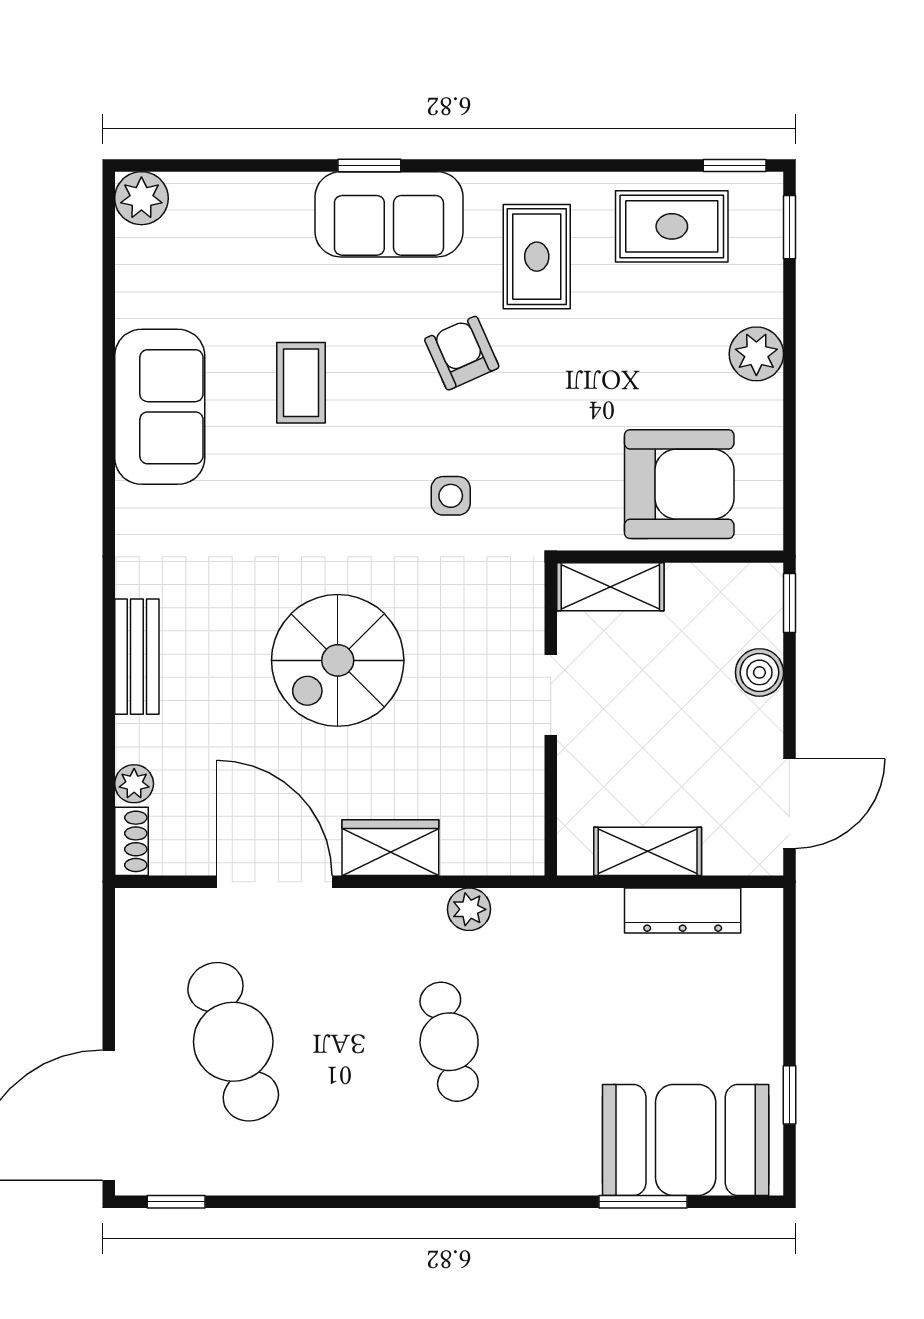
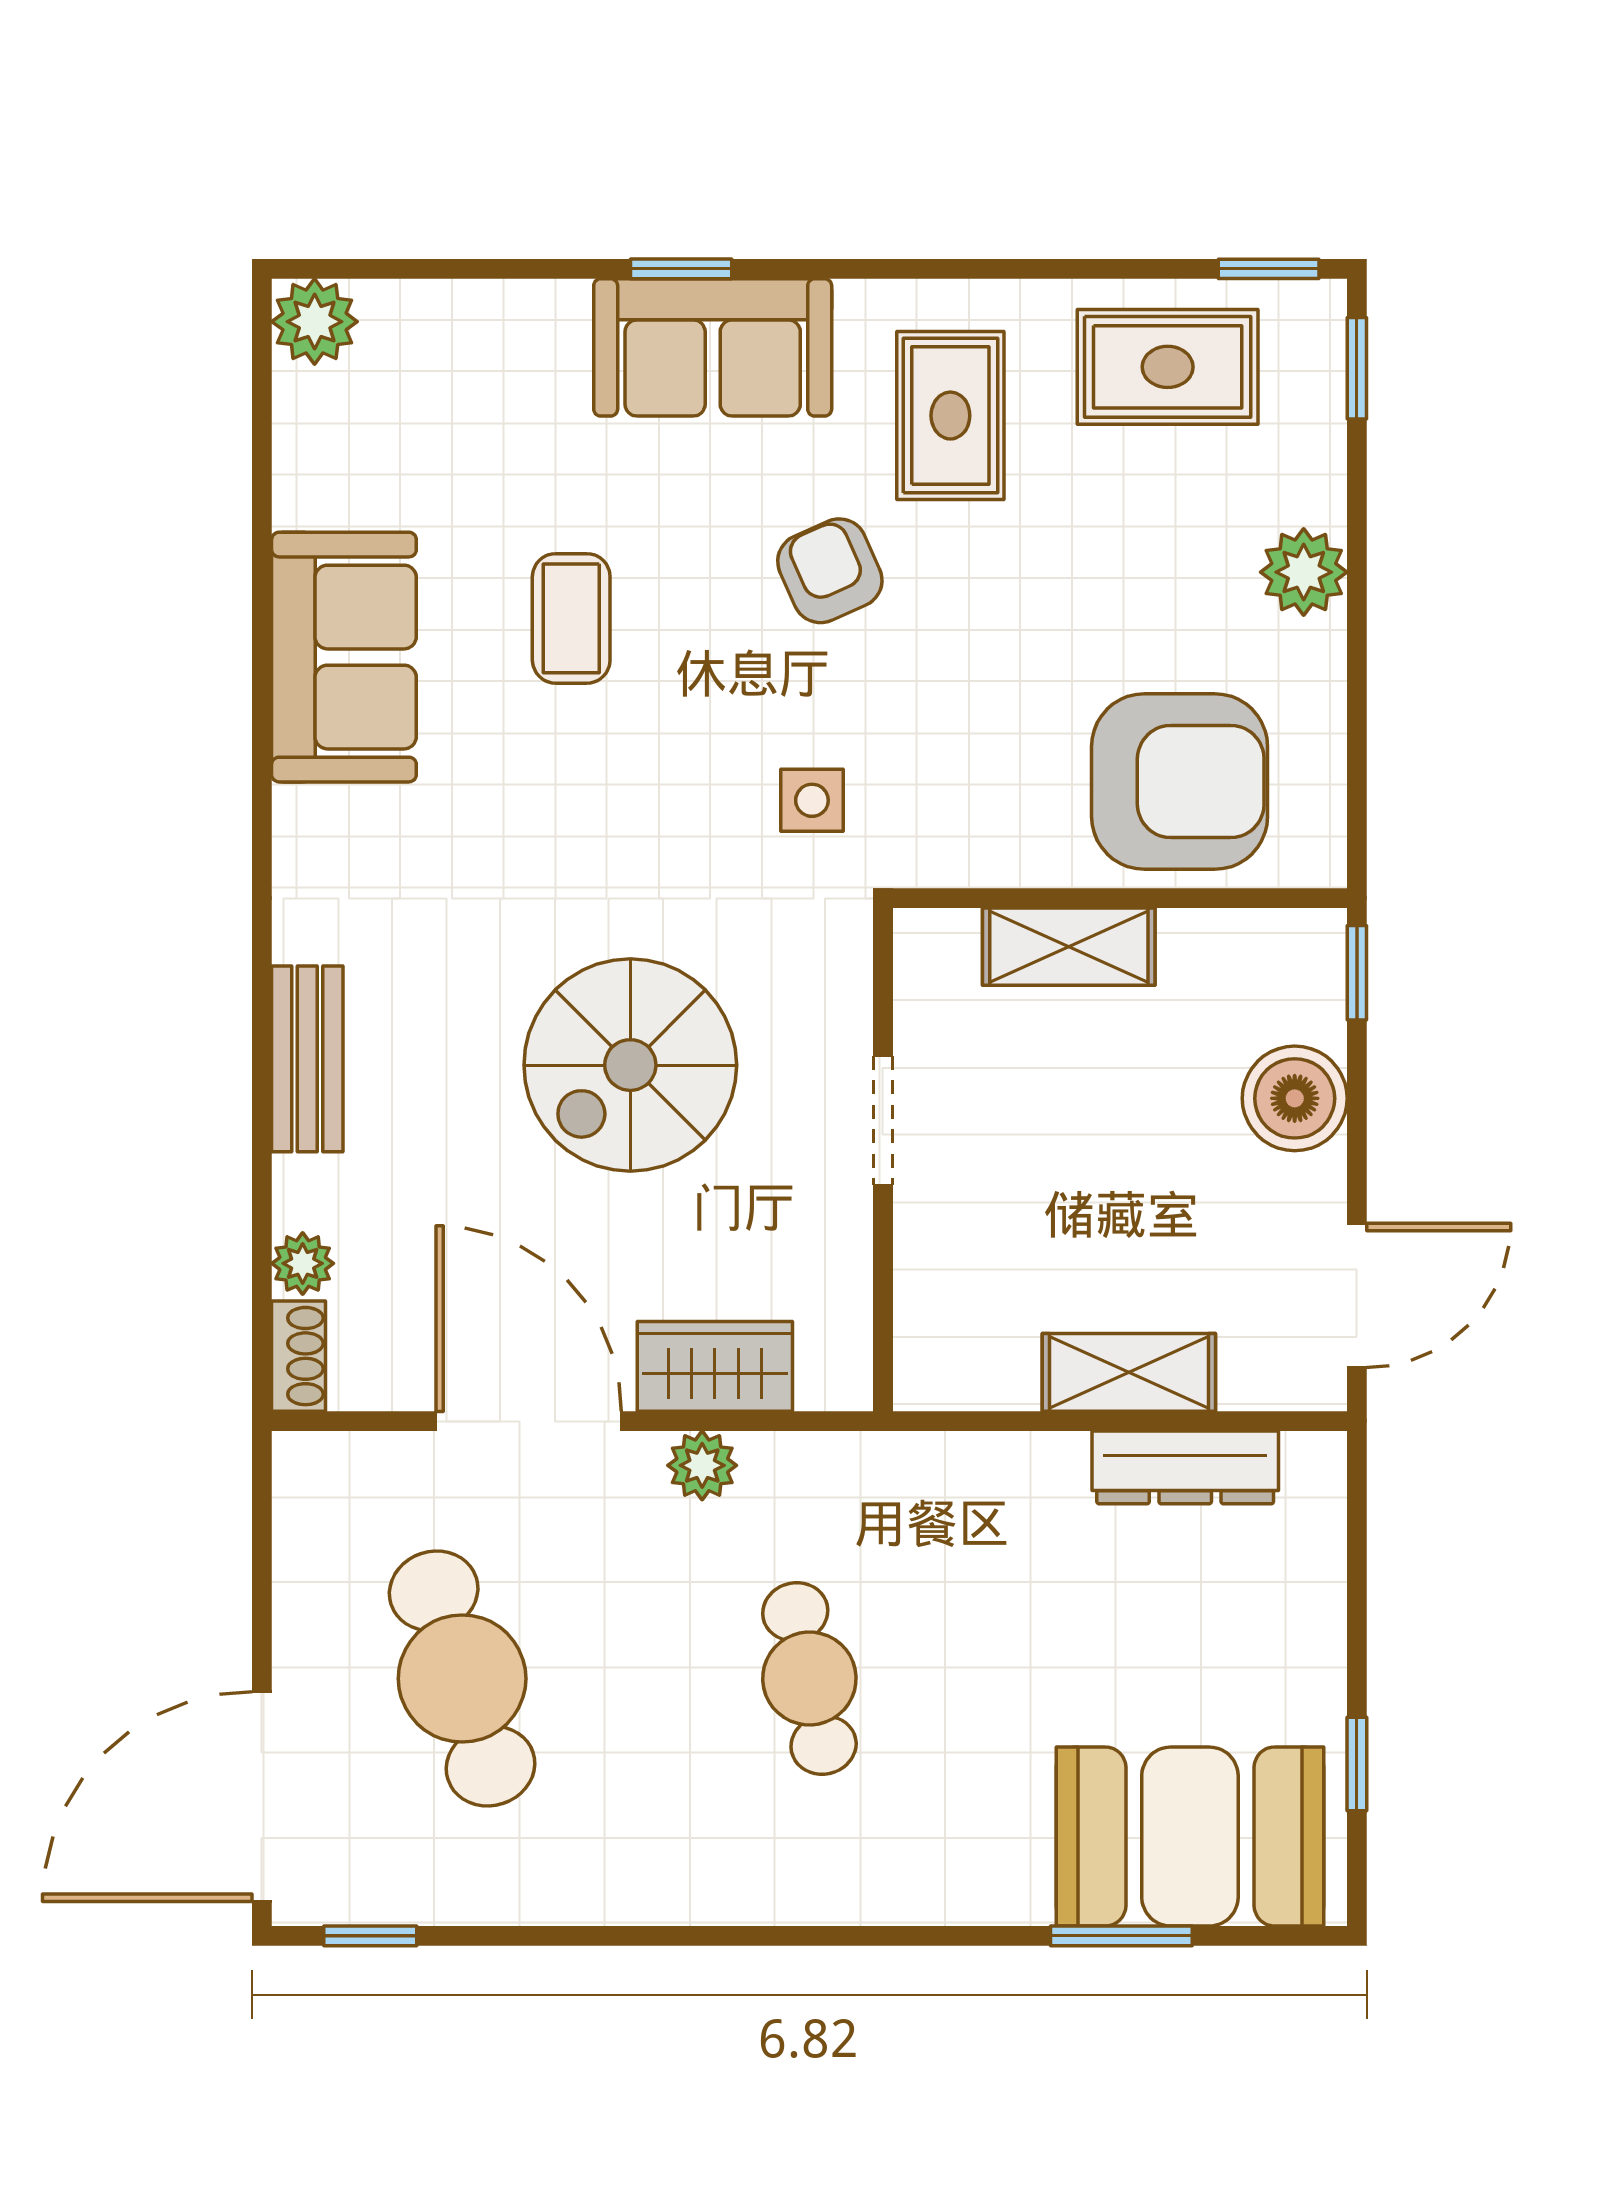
boiler: (759, 672) -> (1295, 1098), width x1.36, depth x1.36
doorway: (551, 695) -> (883, 1121), moved
wall: (551, 719) -> (883, 1160), moved
plant: (469, 909) -> (702, 1465), moved

